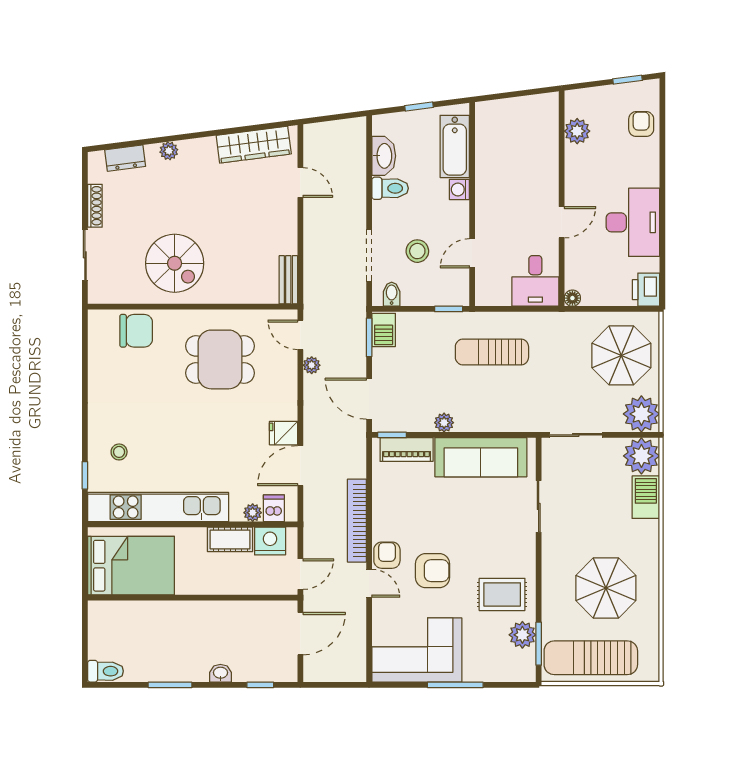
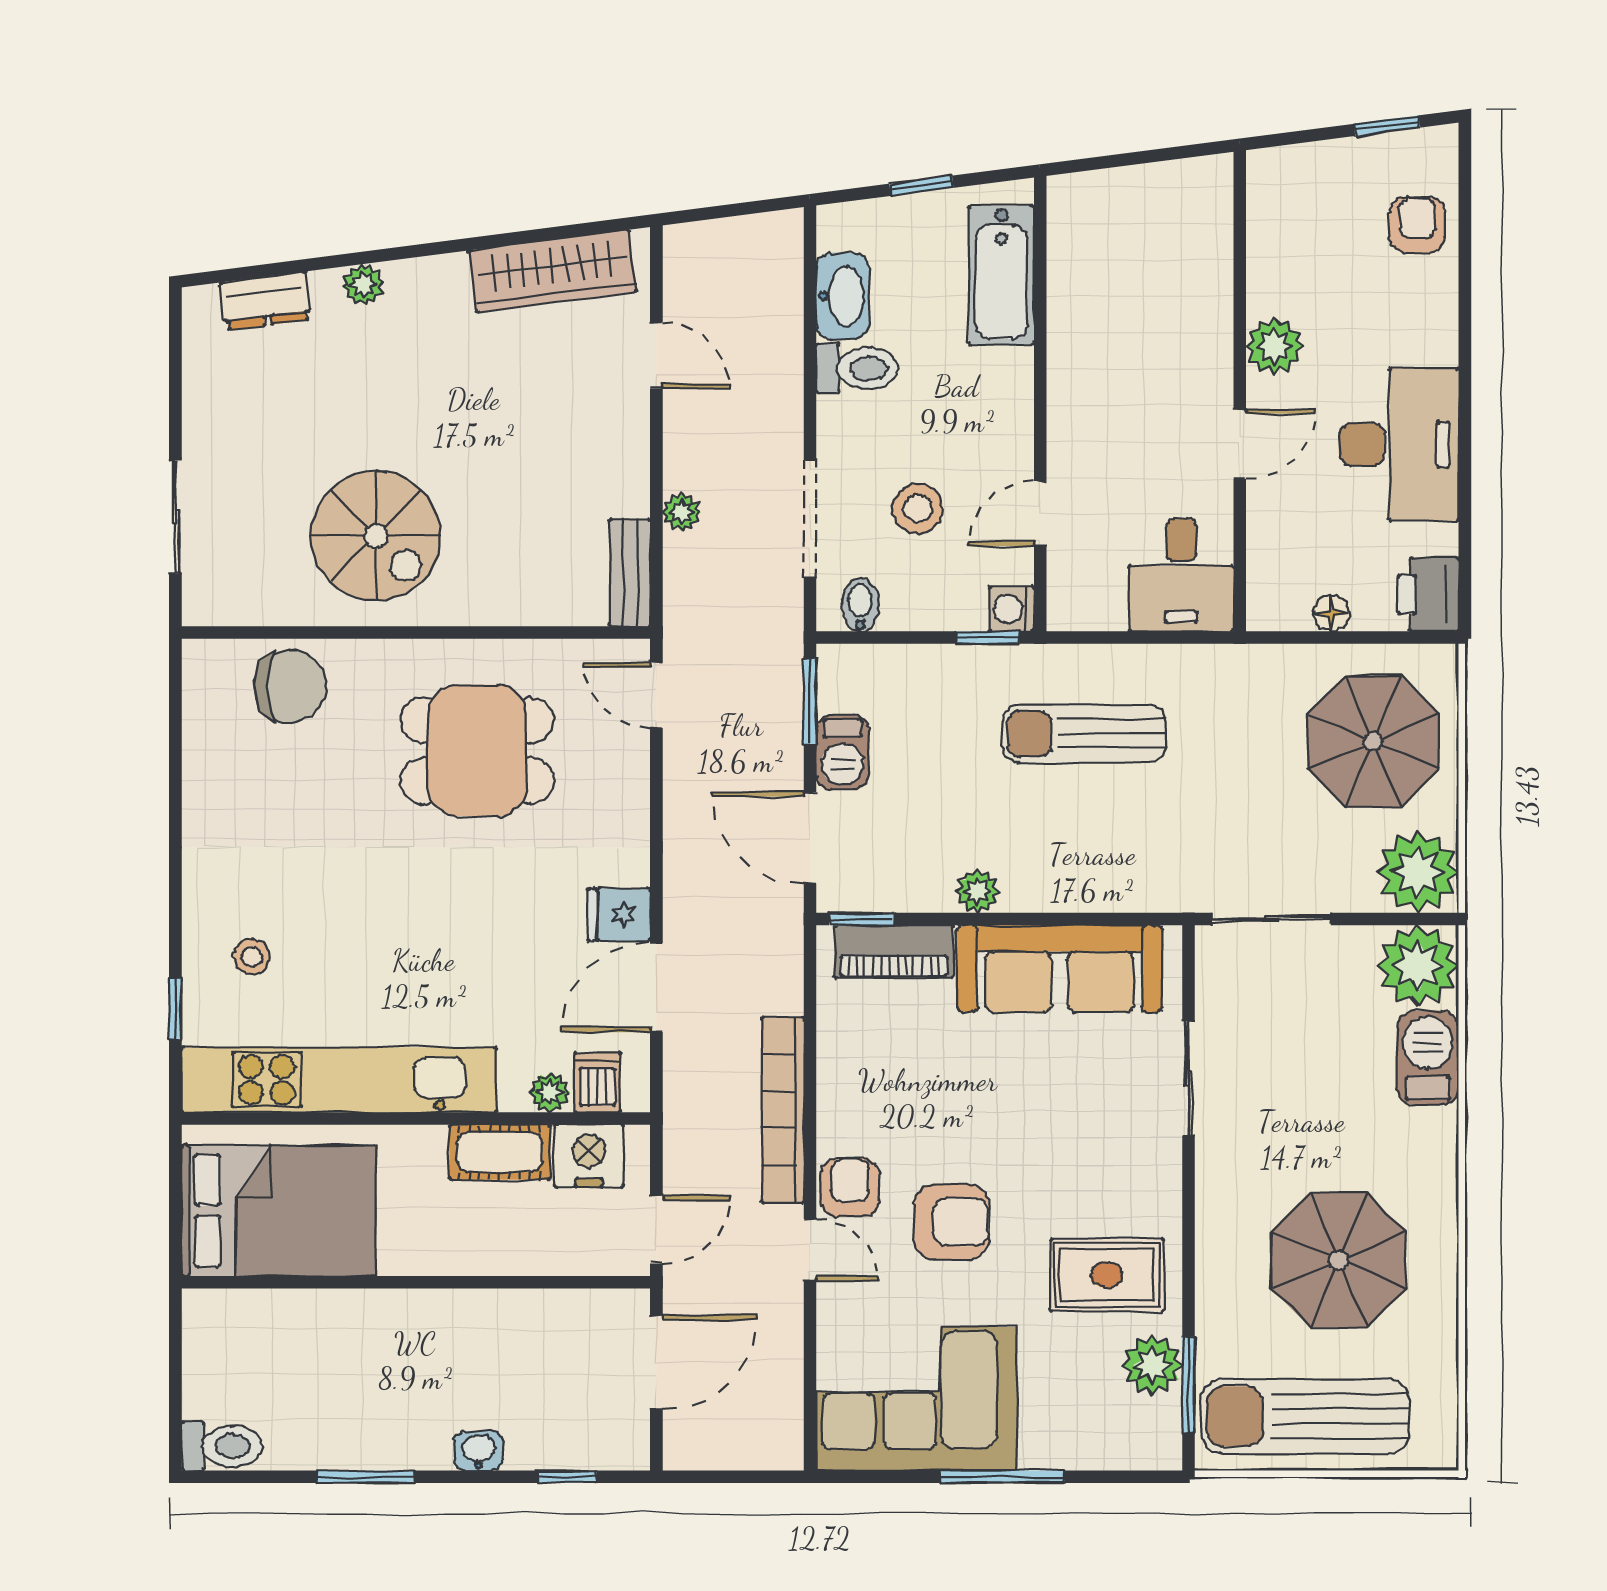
plant: (577, 131) -> (1274, 346), moved
washing machine: (459, 189) -> (1012, 609), moved
shoe rack: (95, 206) -> (198, 407), removed
floor lamp: (572, 298) -> (1331, 613), moved
barbecue: (384, 330) -> (842, 752), moved
plant: (312, 365) -> (682, 512), moved

